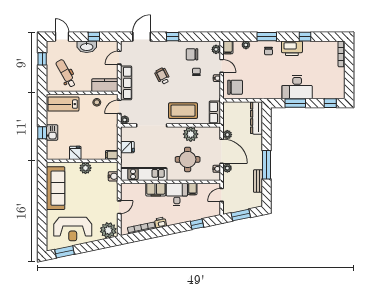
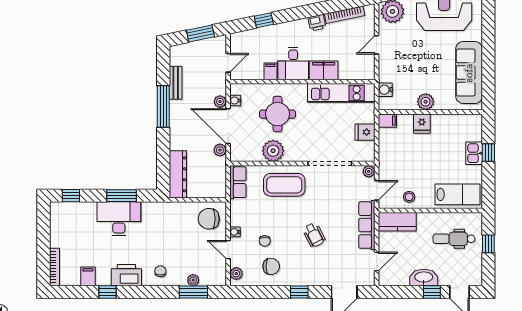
window: (94, 37) -> (432, 292), moved
window: (267, 37) -> (193, 292), moved
filing cabinet: (228, 47) -> (88, 276), moved
window: (42, 59) -> (488, 244), moved
dental chair: (66, 73) -> (454, 239), turned 119
fridge: (75, 153) -> (422, 124), moved

